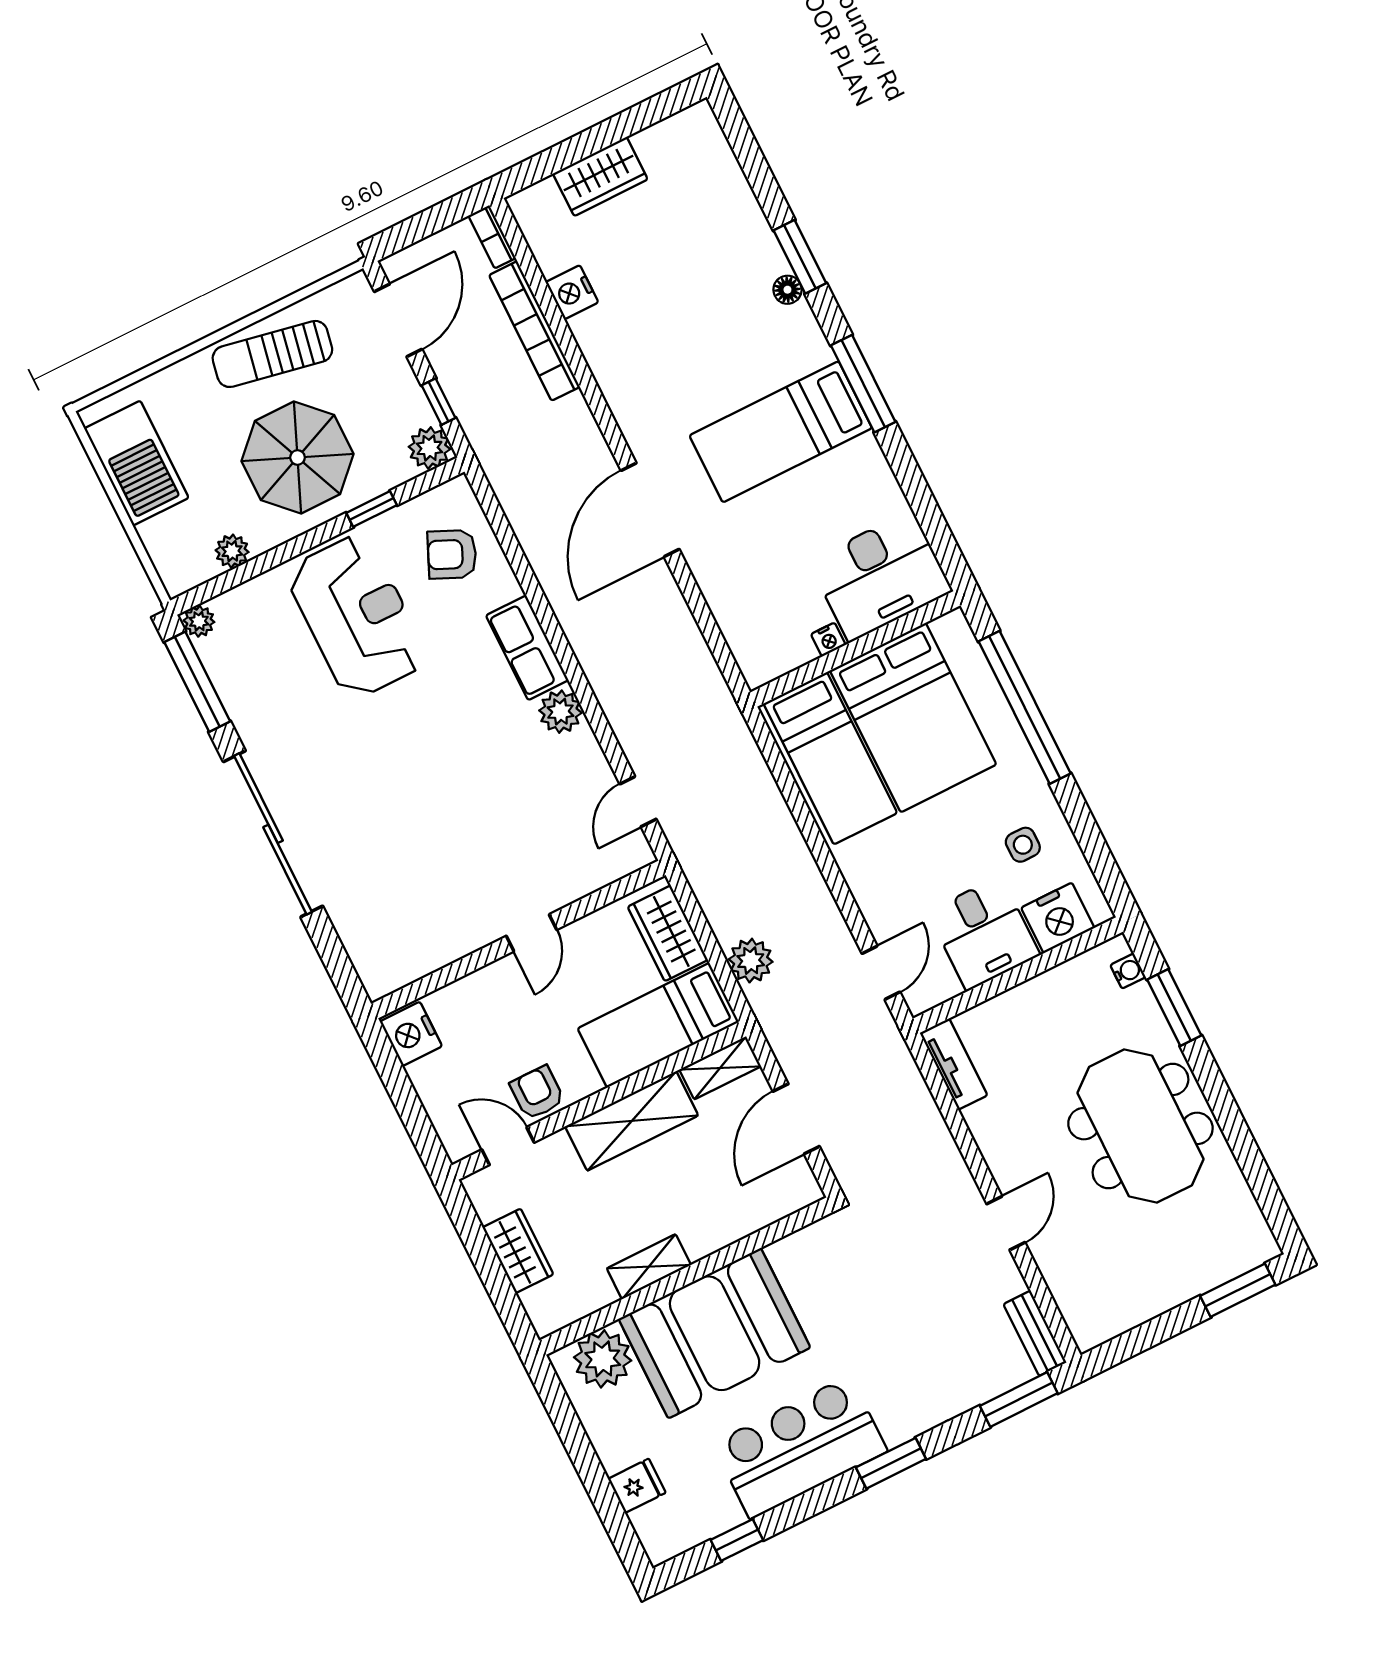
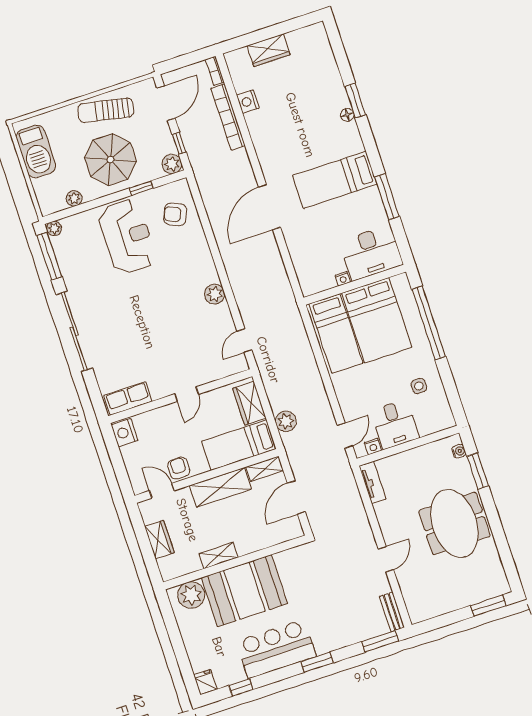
window: (863, 384) -> (387, 197), moved
row of seats: (527, 648) -> (128, 399), moved, turned 90
nightstand: (1058, 918) -> (373, 447), moved, width x0.53, depth x0.56
fridge: (637, 1486) -> (205, 682), moved, turned -90

